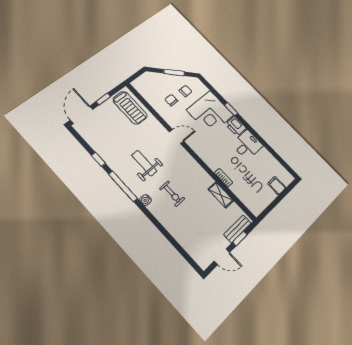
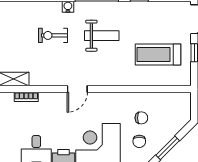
treadmill: (130, 108) -> (158, 55), moved
door: (176, 136) -> (77, 89), moved

